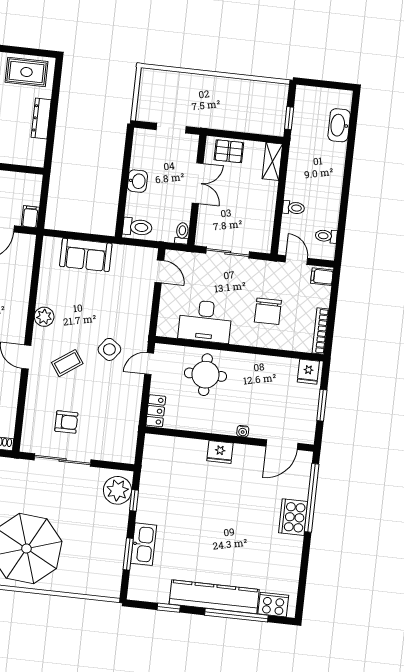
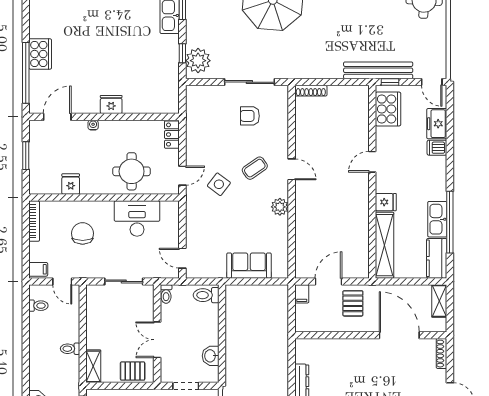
washbasin: (137, 181) -> (211, 356), moved
toilet: (294, 208) -> (70, 349), moved
fridge: (308, 372) -> (71, 184), moved

